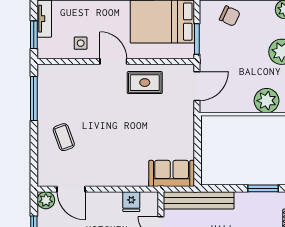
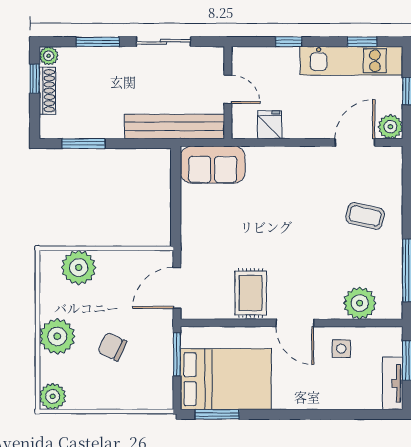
chair: (230, 16) -> (112, 347), moved
plant: (68, 75) -> (360, 303), added
rug: (145, 83) -> (251, 293), turned 90
coffee table: (64, 137) -> (365, 216), turned -57
door: (71, 189) -> (355, 142), hinge flipped

